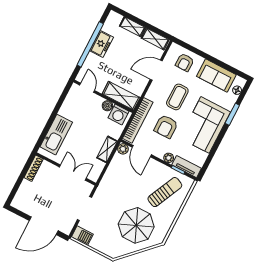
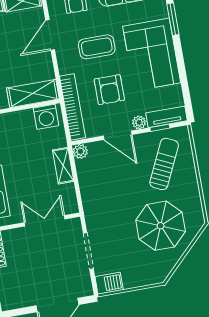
coffee table: (177, 97) -> (97, 47), turned 90
boiler: (107, 106) -> (26, 116), removed
door: (142, 151) -> (118, 135), moved

